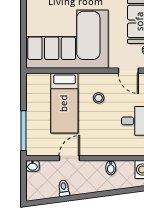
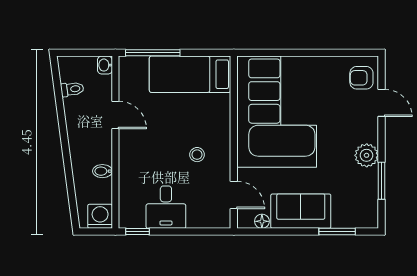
door: (128, 71) -> (234, 195), swing flipped
bed: (64, 103) -> (190, 74), moved
toilet: (64, 188) -> (72, 89), moved

